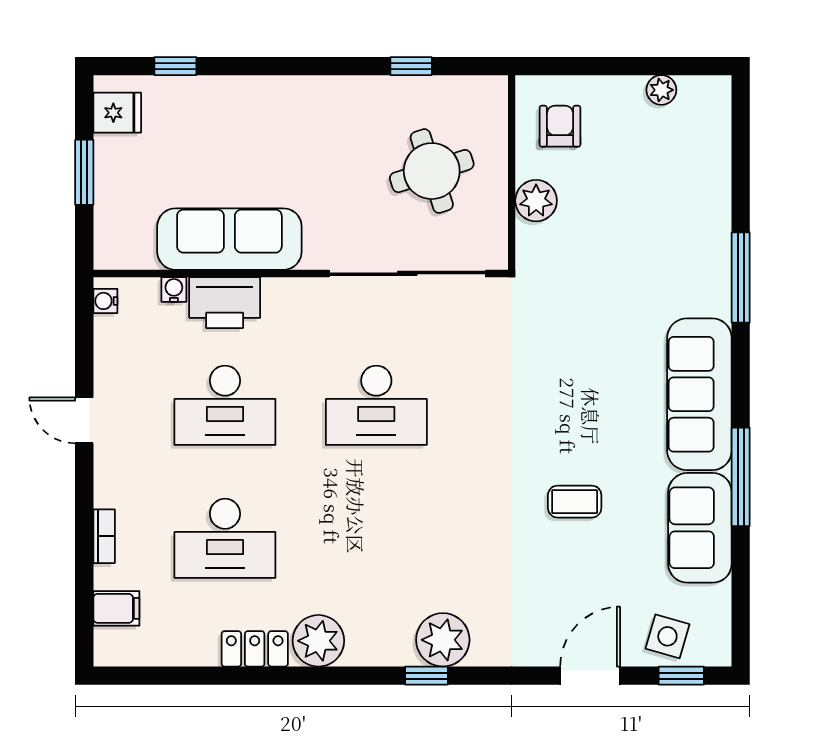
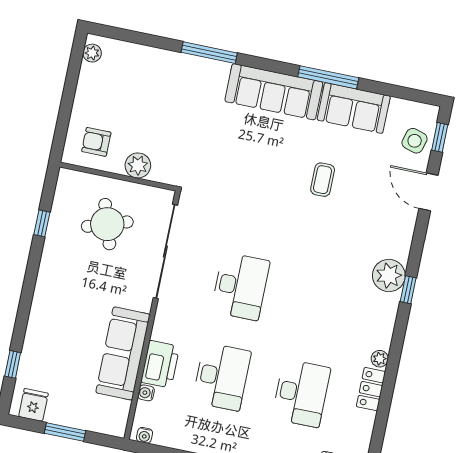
plant: (661, 90) -> (92, 53), moved
plant: (318, 641) -> (380, 359), width x0.53, depth x0.53

